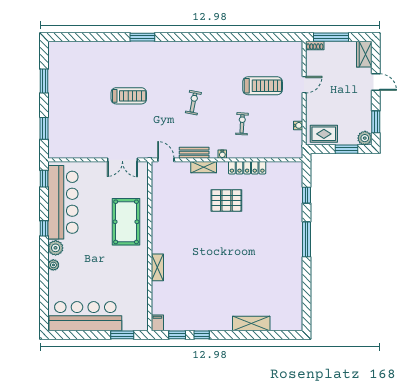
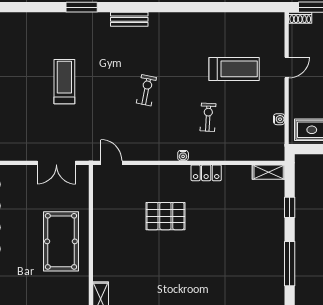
treadmill: (129, 96) -> (64, 82), turned -90
bench: (194, 153) -> (129, 19), moved
shelving: (204, 167) -> (269, 172), moved
locker: (247, 168) -> (206, 173), width x0.66
pallet: (226, 200) -> (165, 216), moved

